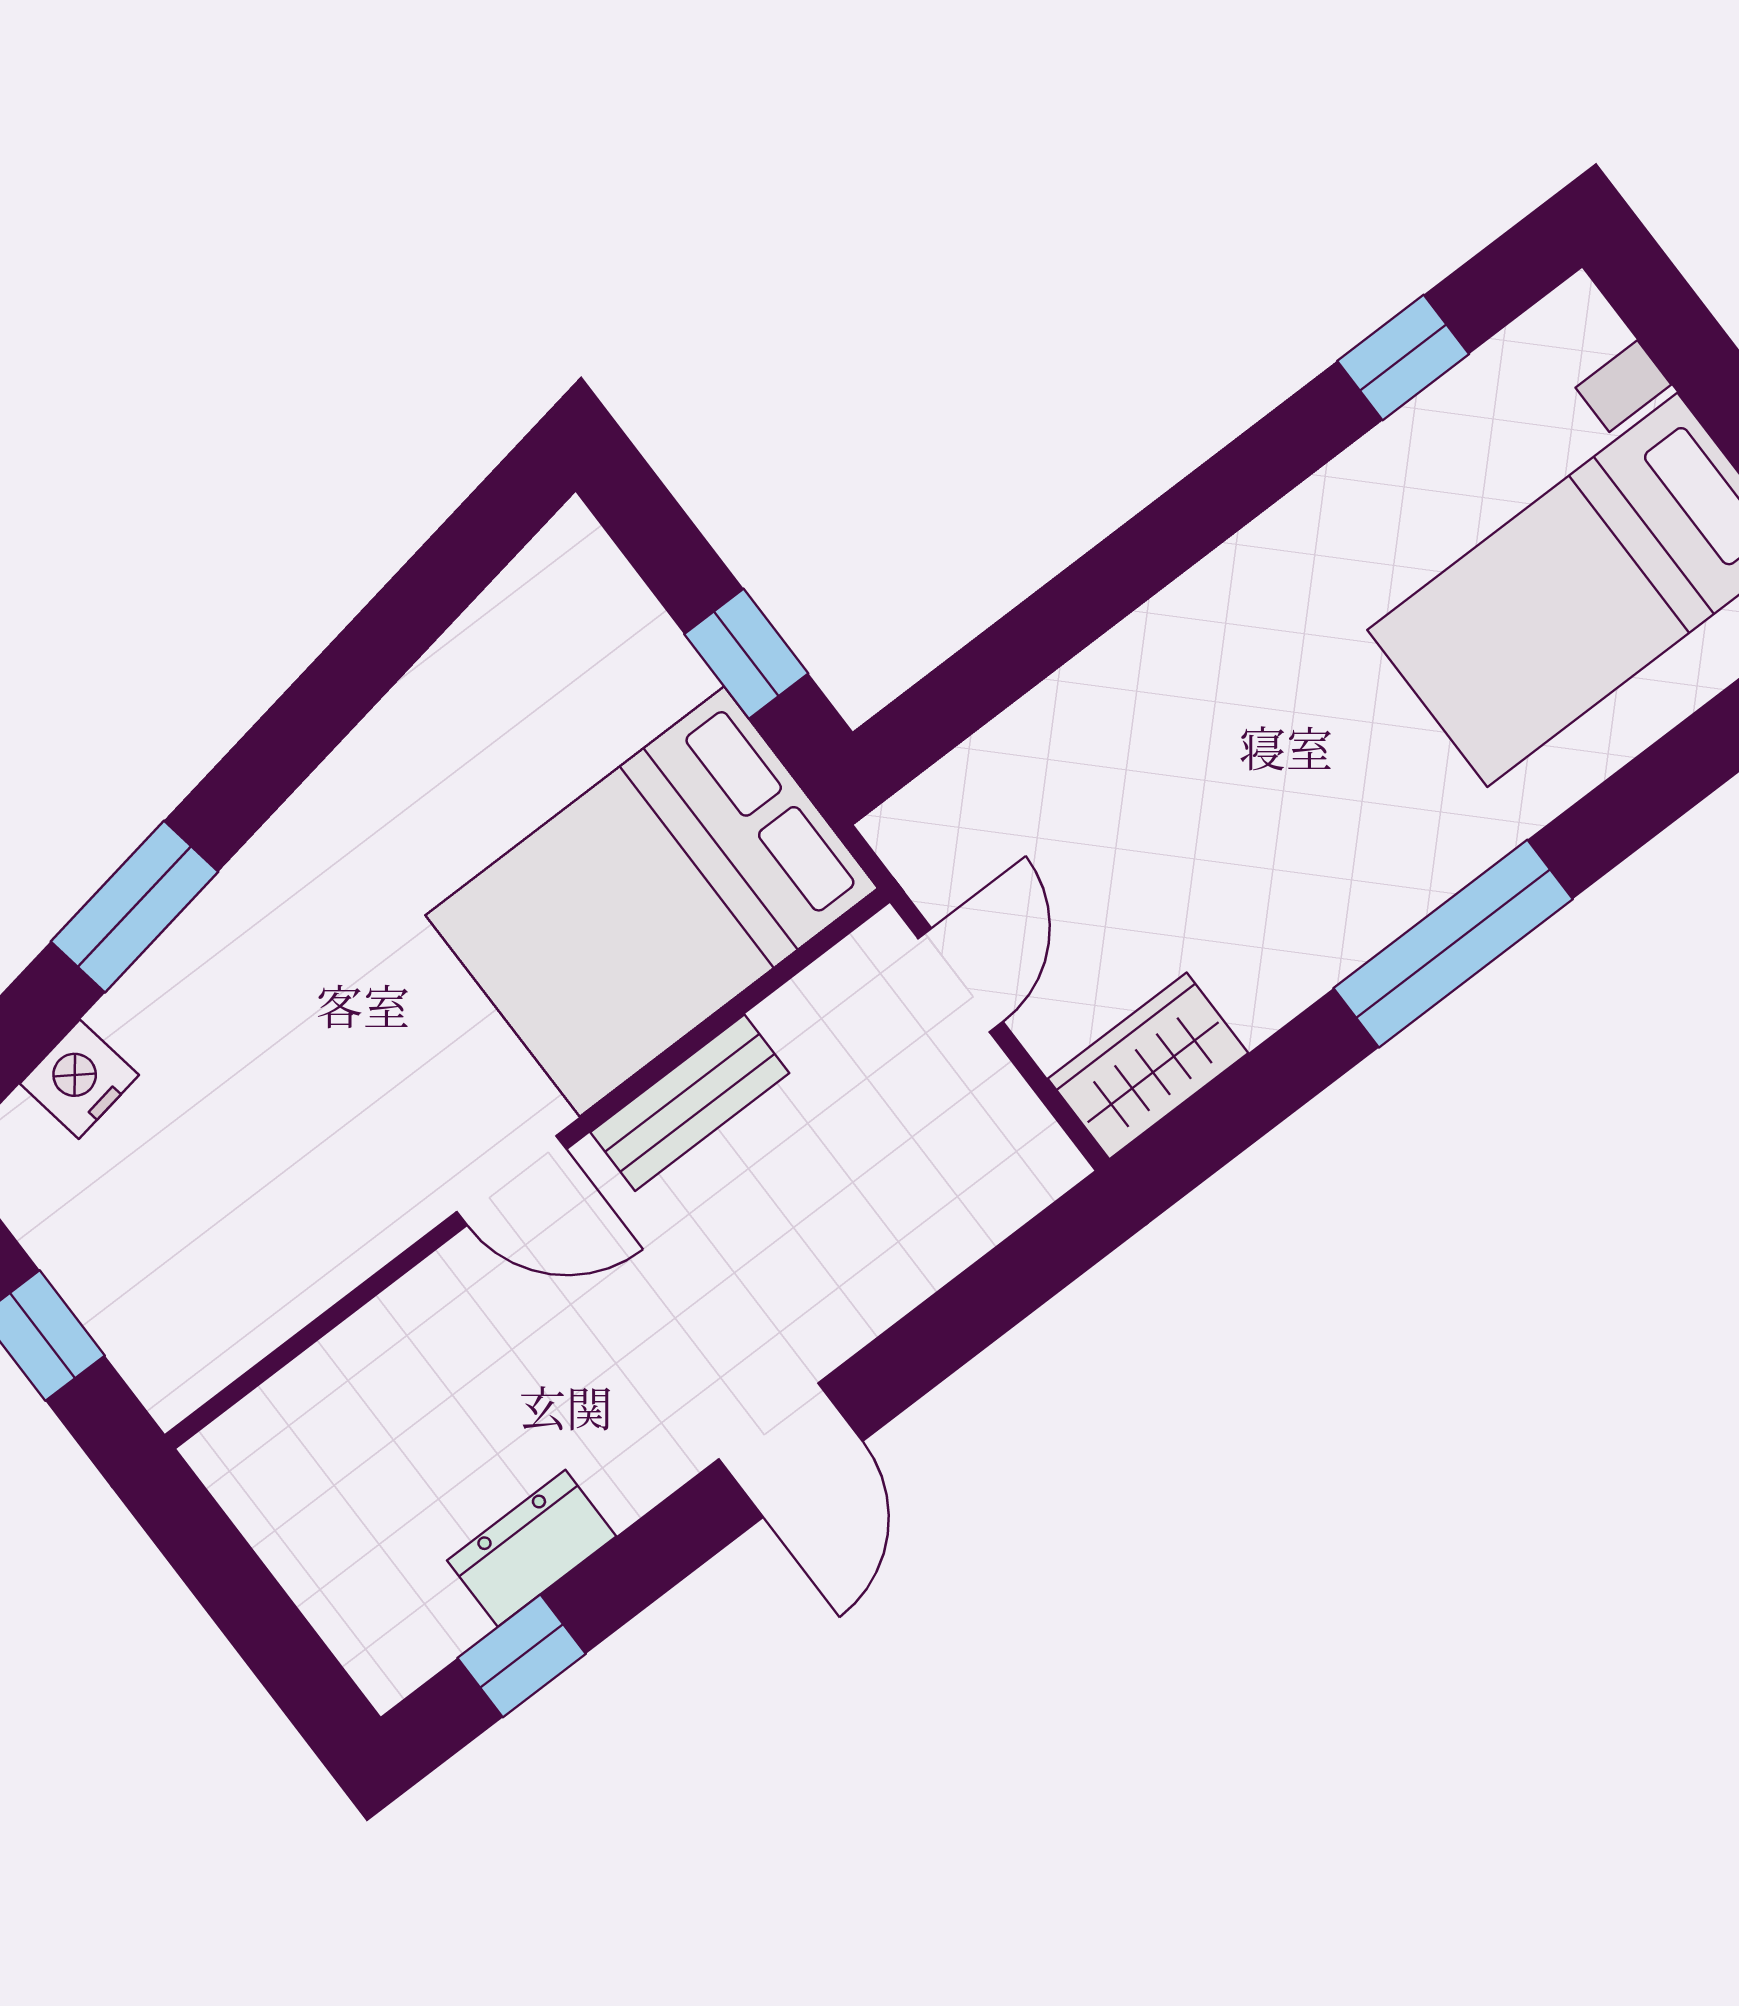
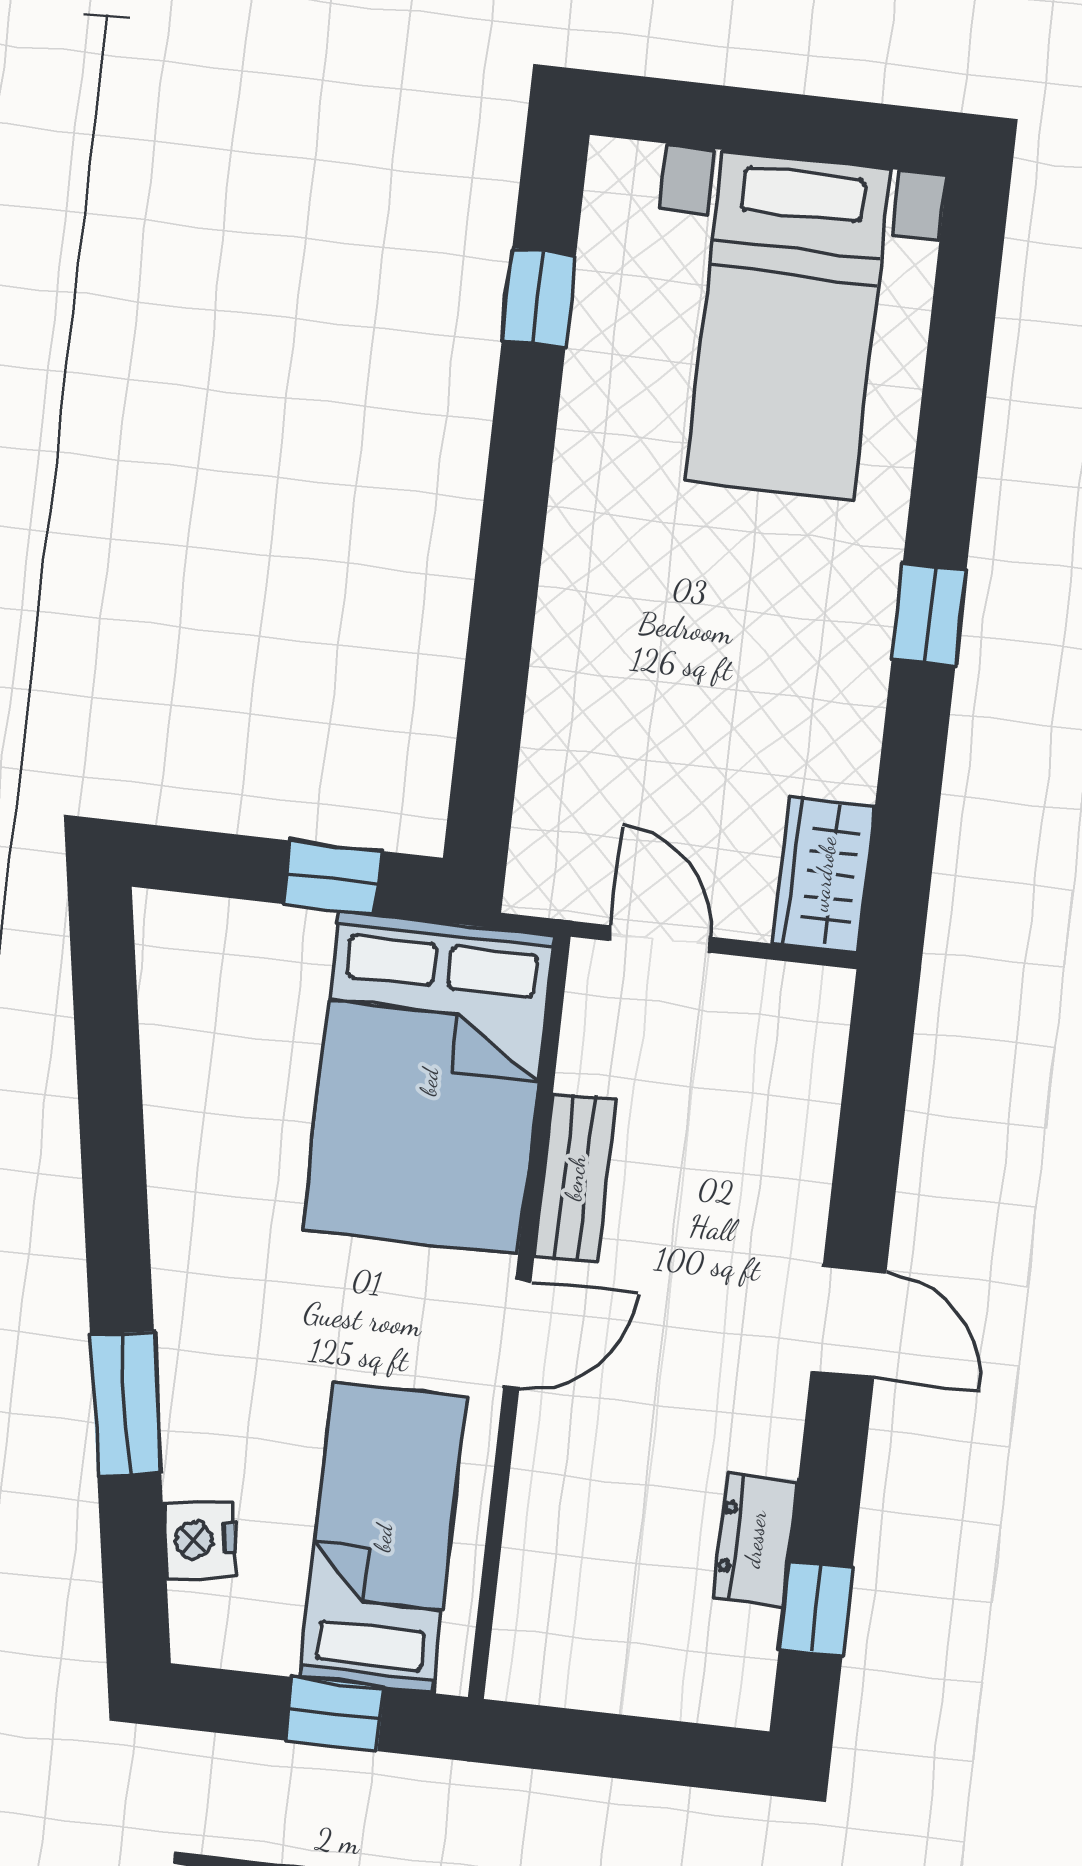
window: (1453, 944) -> (929, 614), width x0.46
bed: (230, 1233) -> (383, 1538), added

